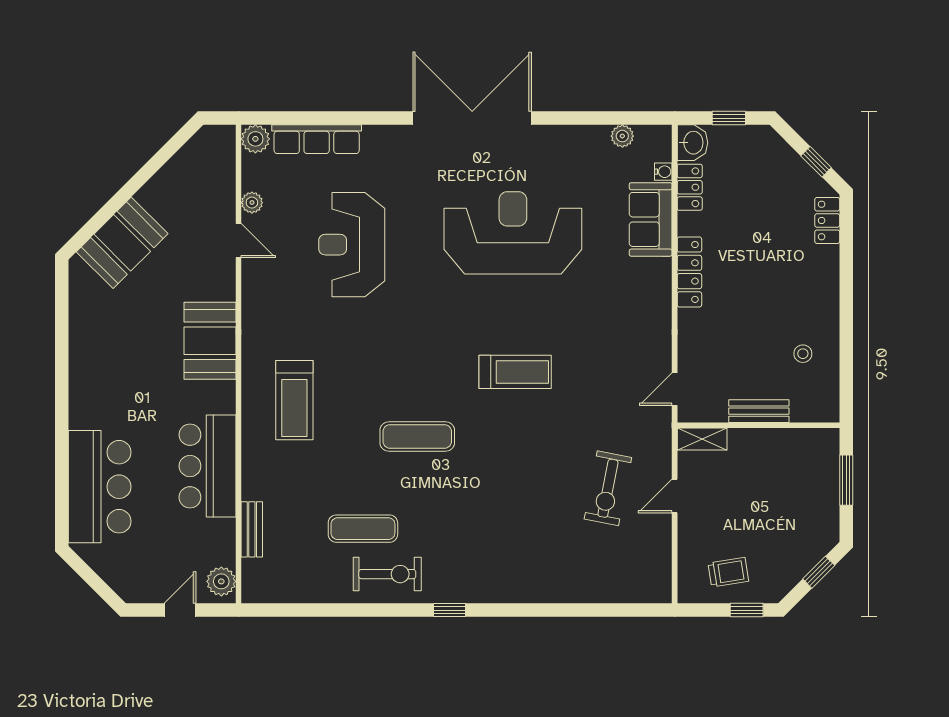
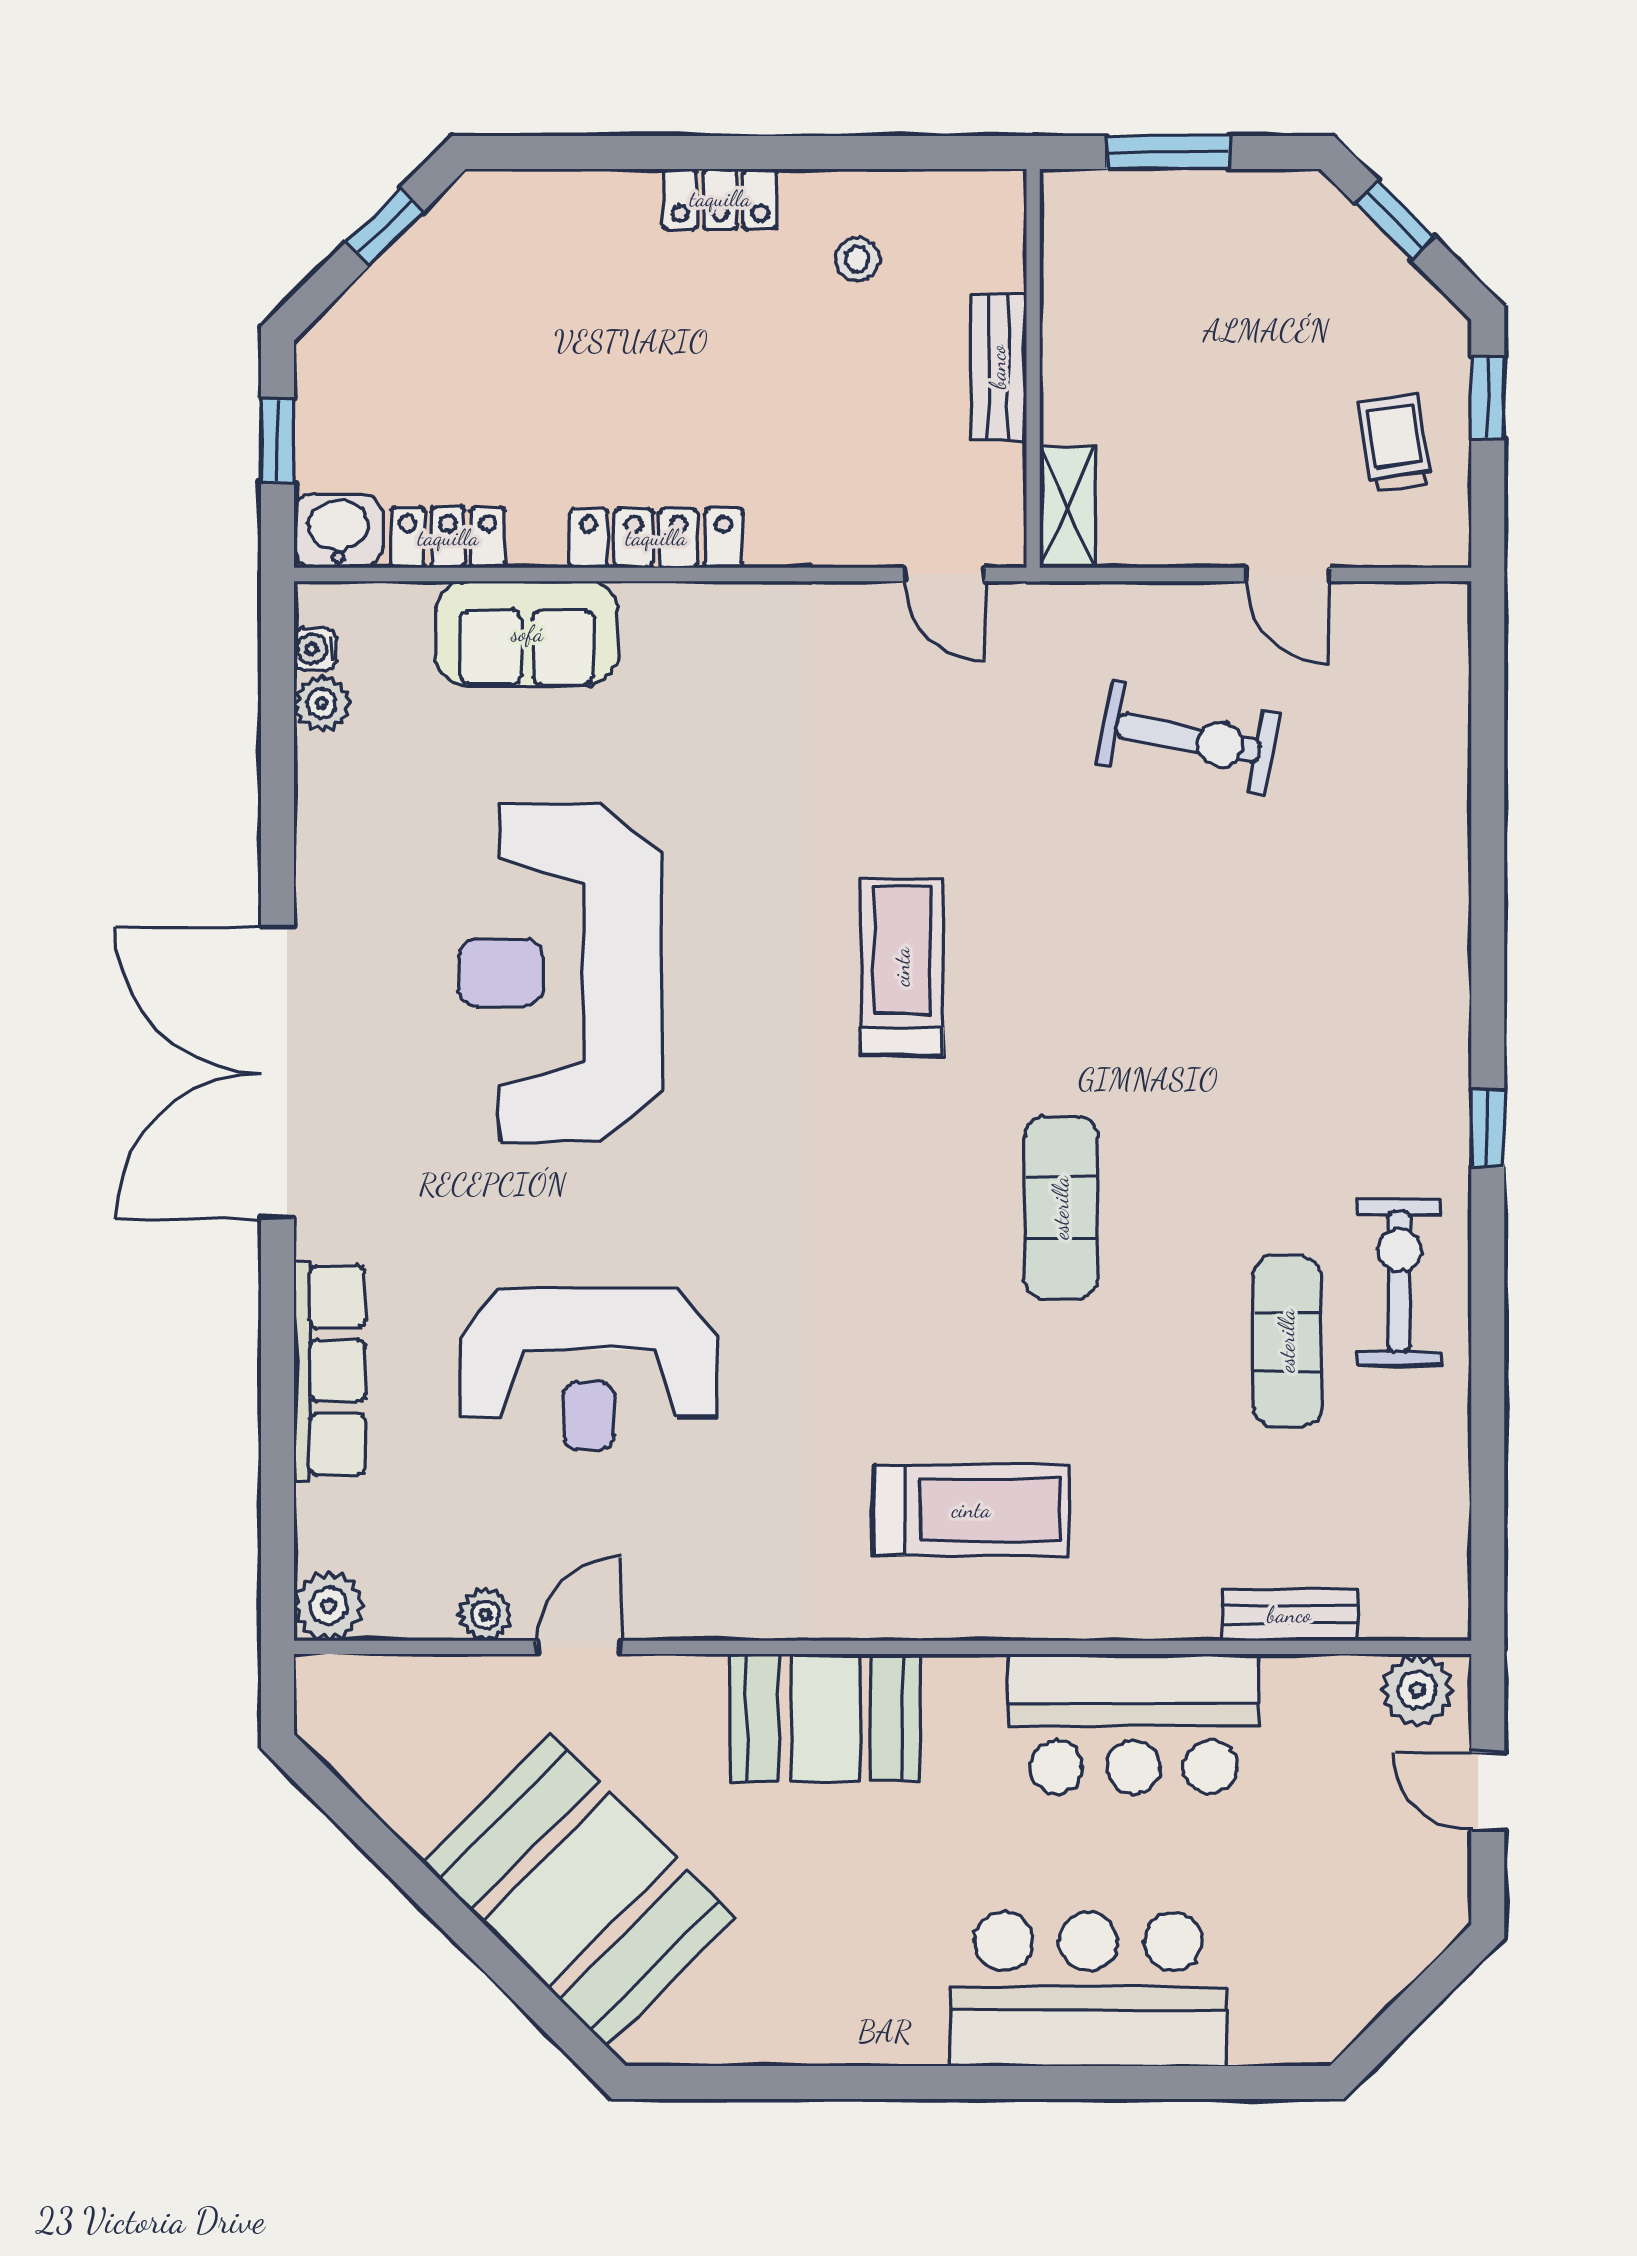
row of seats: (317, 139) -> (329, 1370), moved
water cooler: (663, 172) -> (315, 649), moved, turned -90
locker: (827, 220) -> (720, 199), moved
booth: (122, 243) -> (579, 1890), width x1.36, depth x1.42
bar counter: (100, 487) -> (1088, 1989), moved
door: (675, 496) -> (1287, 574), moved

